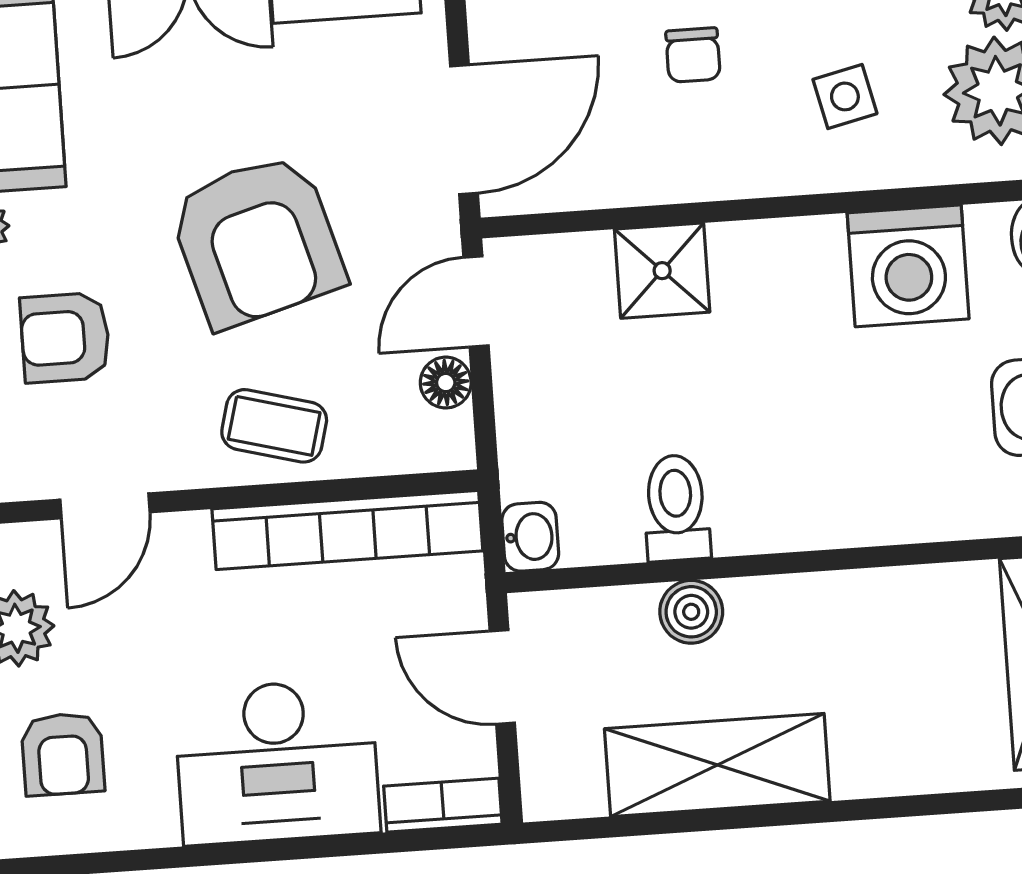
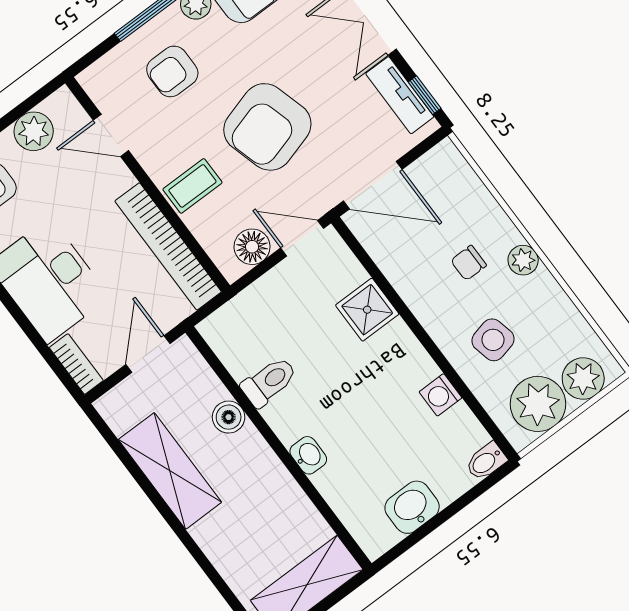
side table: (845, 96) -> (493, 340), width x1.37, depth x1.37
washing machine: (908, 266) -> (440, 395), width x0.53, depth x0.53
armchair: (65, 338) -> (172, 71), turned -90
floor lamp: (446, 383) -> (252, 247), width x1.37, depth x1.37
coffee table: (274, 426) -> (192, 186), turned 75
washbasin: (530, 537) -> (308, 455), moved, turned -90

